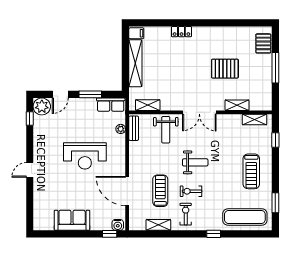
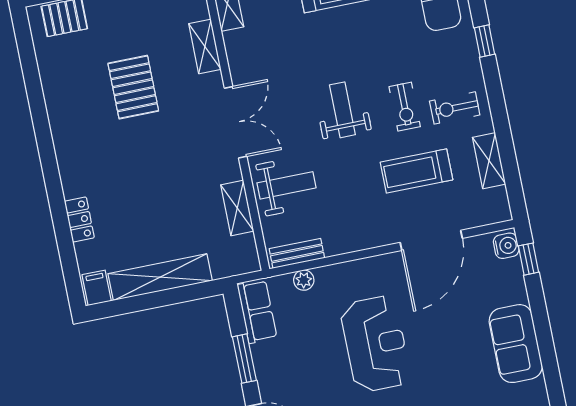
locker: (181, 32) -> (79, 220), moved
shelving: (148, 105) -> (237, 208), moved

